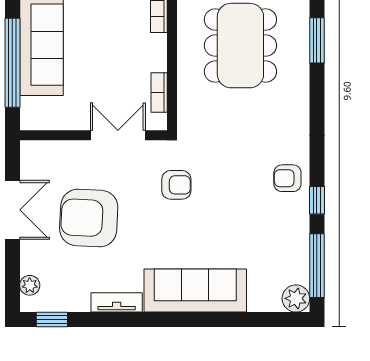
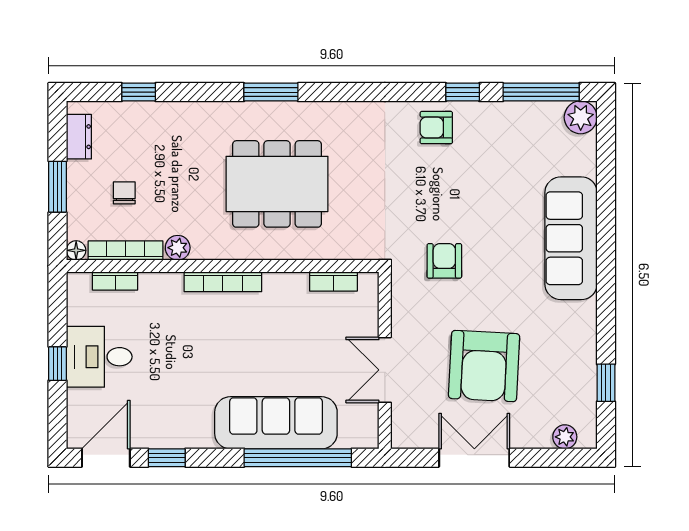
double door: (118, 135) -> (385, 370), moved
armchair: (287, 178) -> (436, 128), turned 90
tv unit: (117, 302) -> (585, 333), removed
window: (52, 320) -> (606, 383), moved

